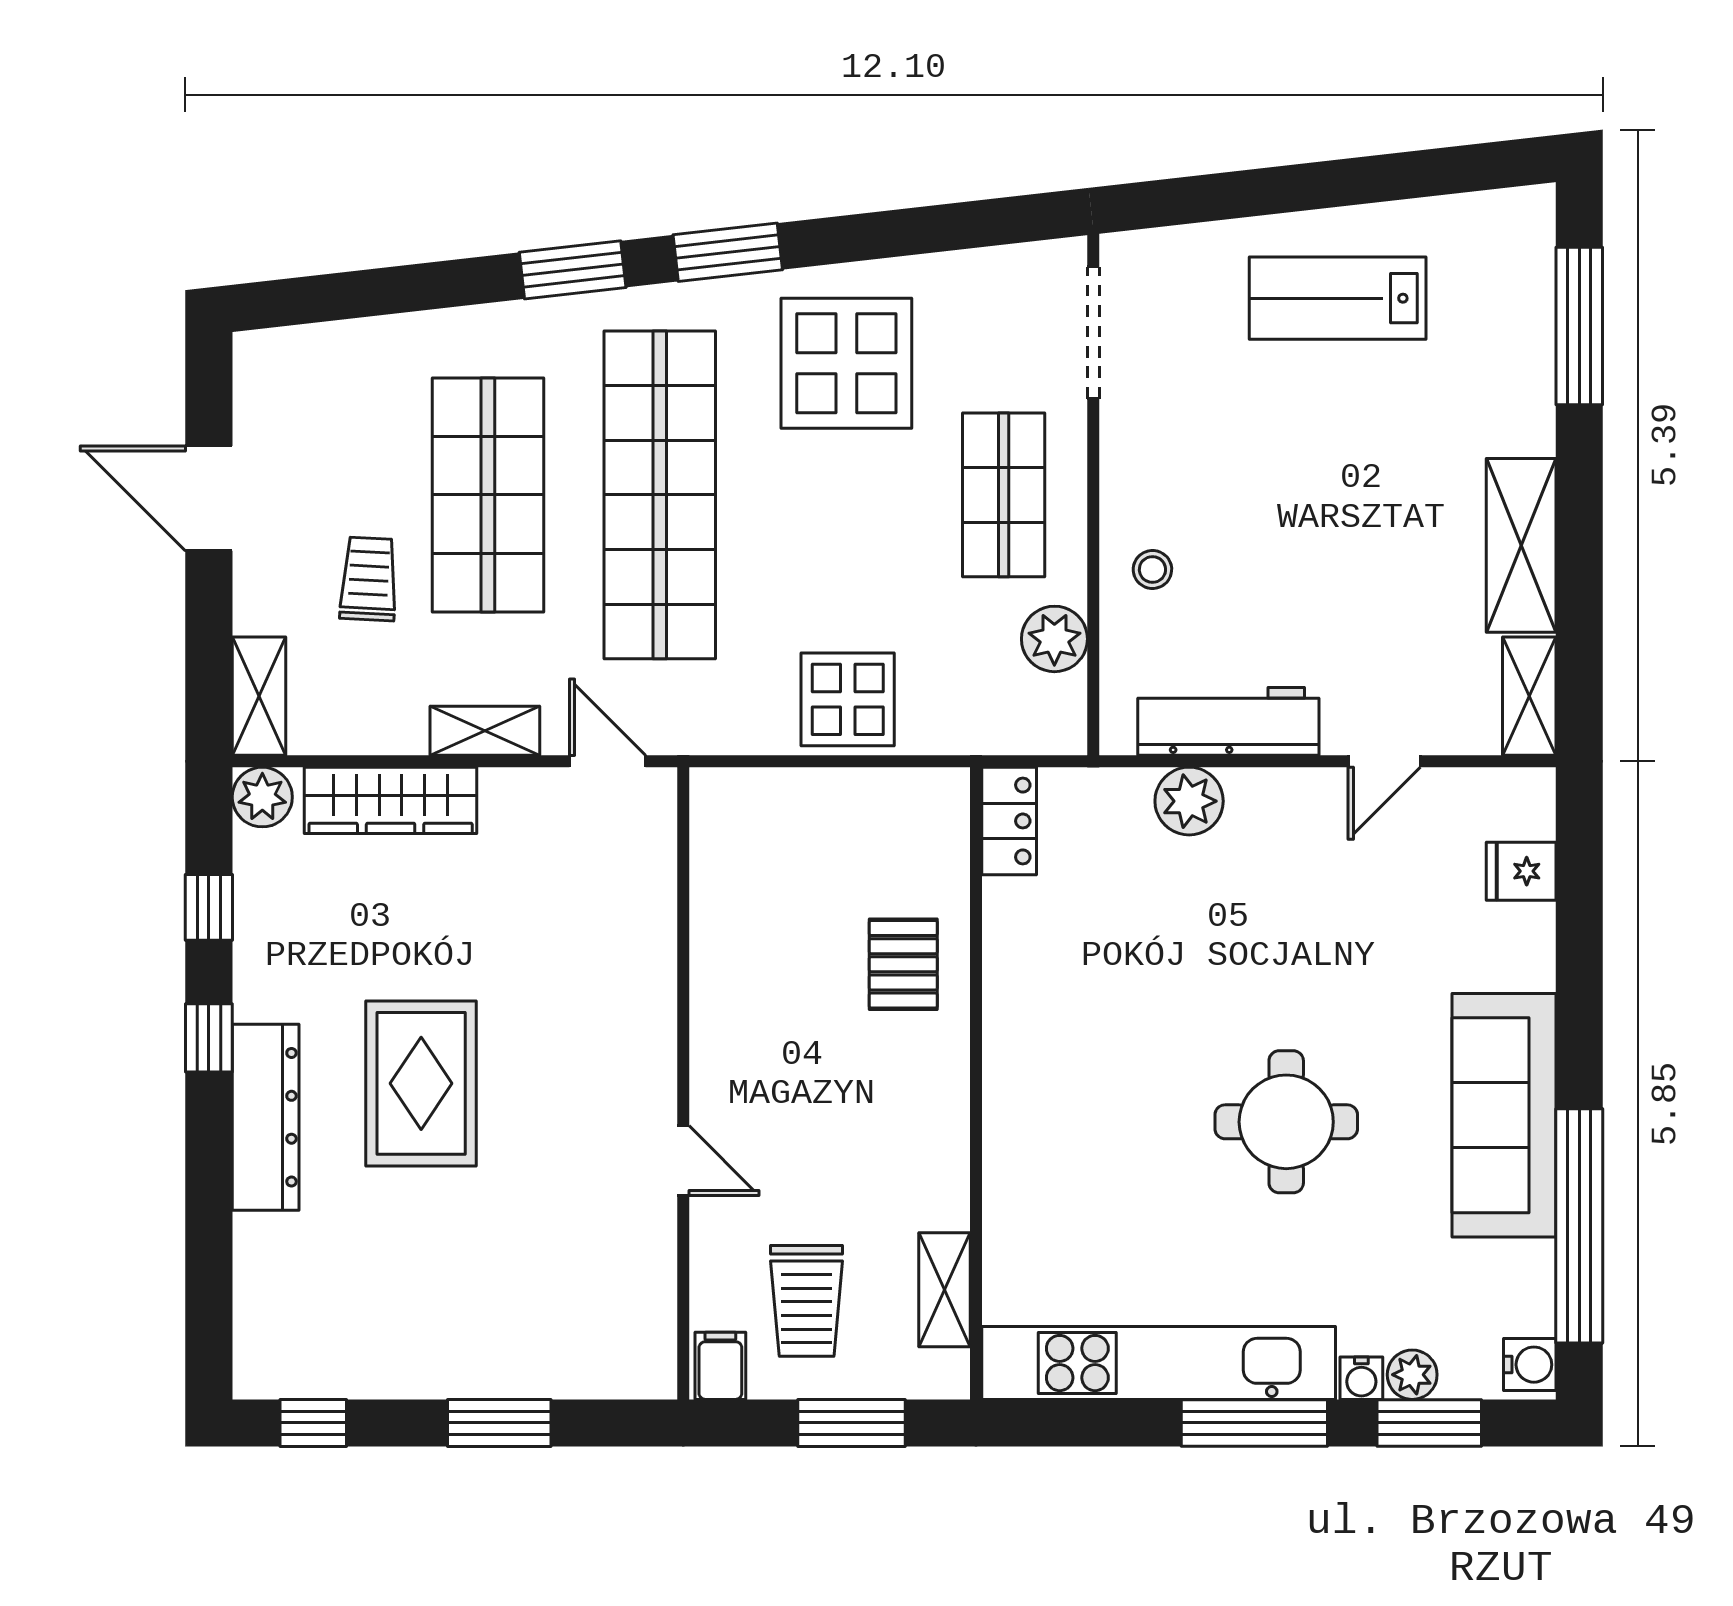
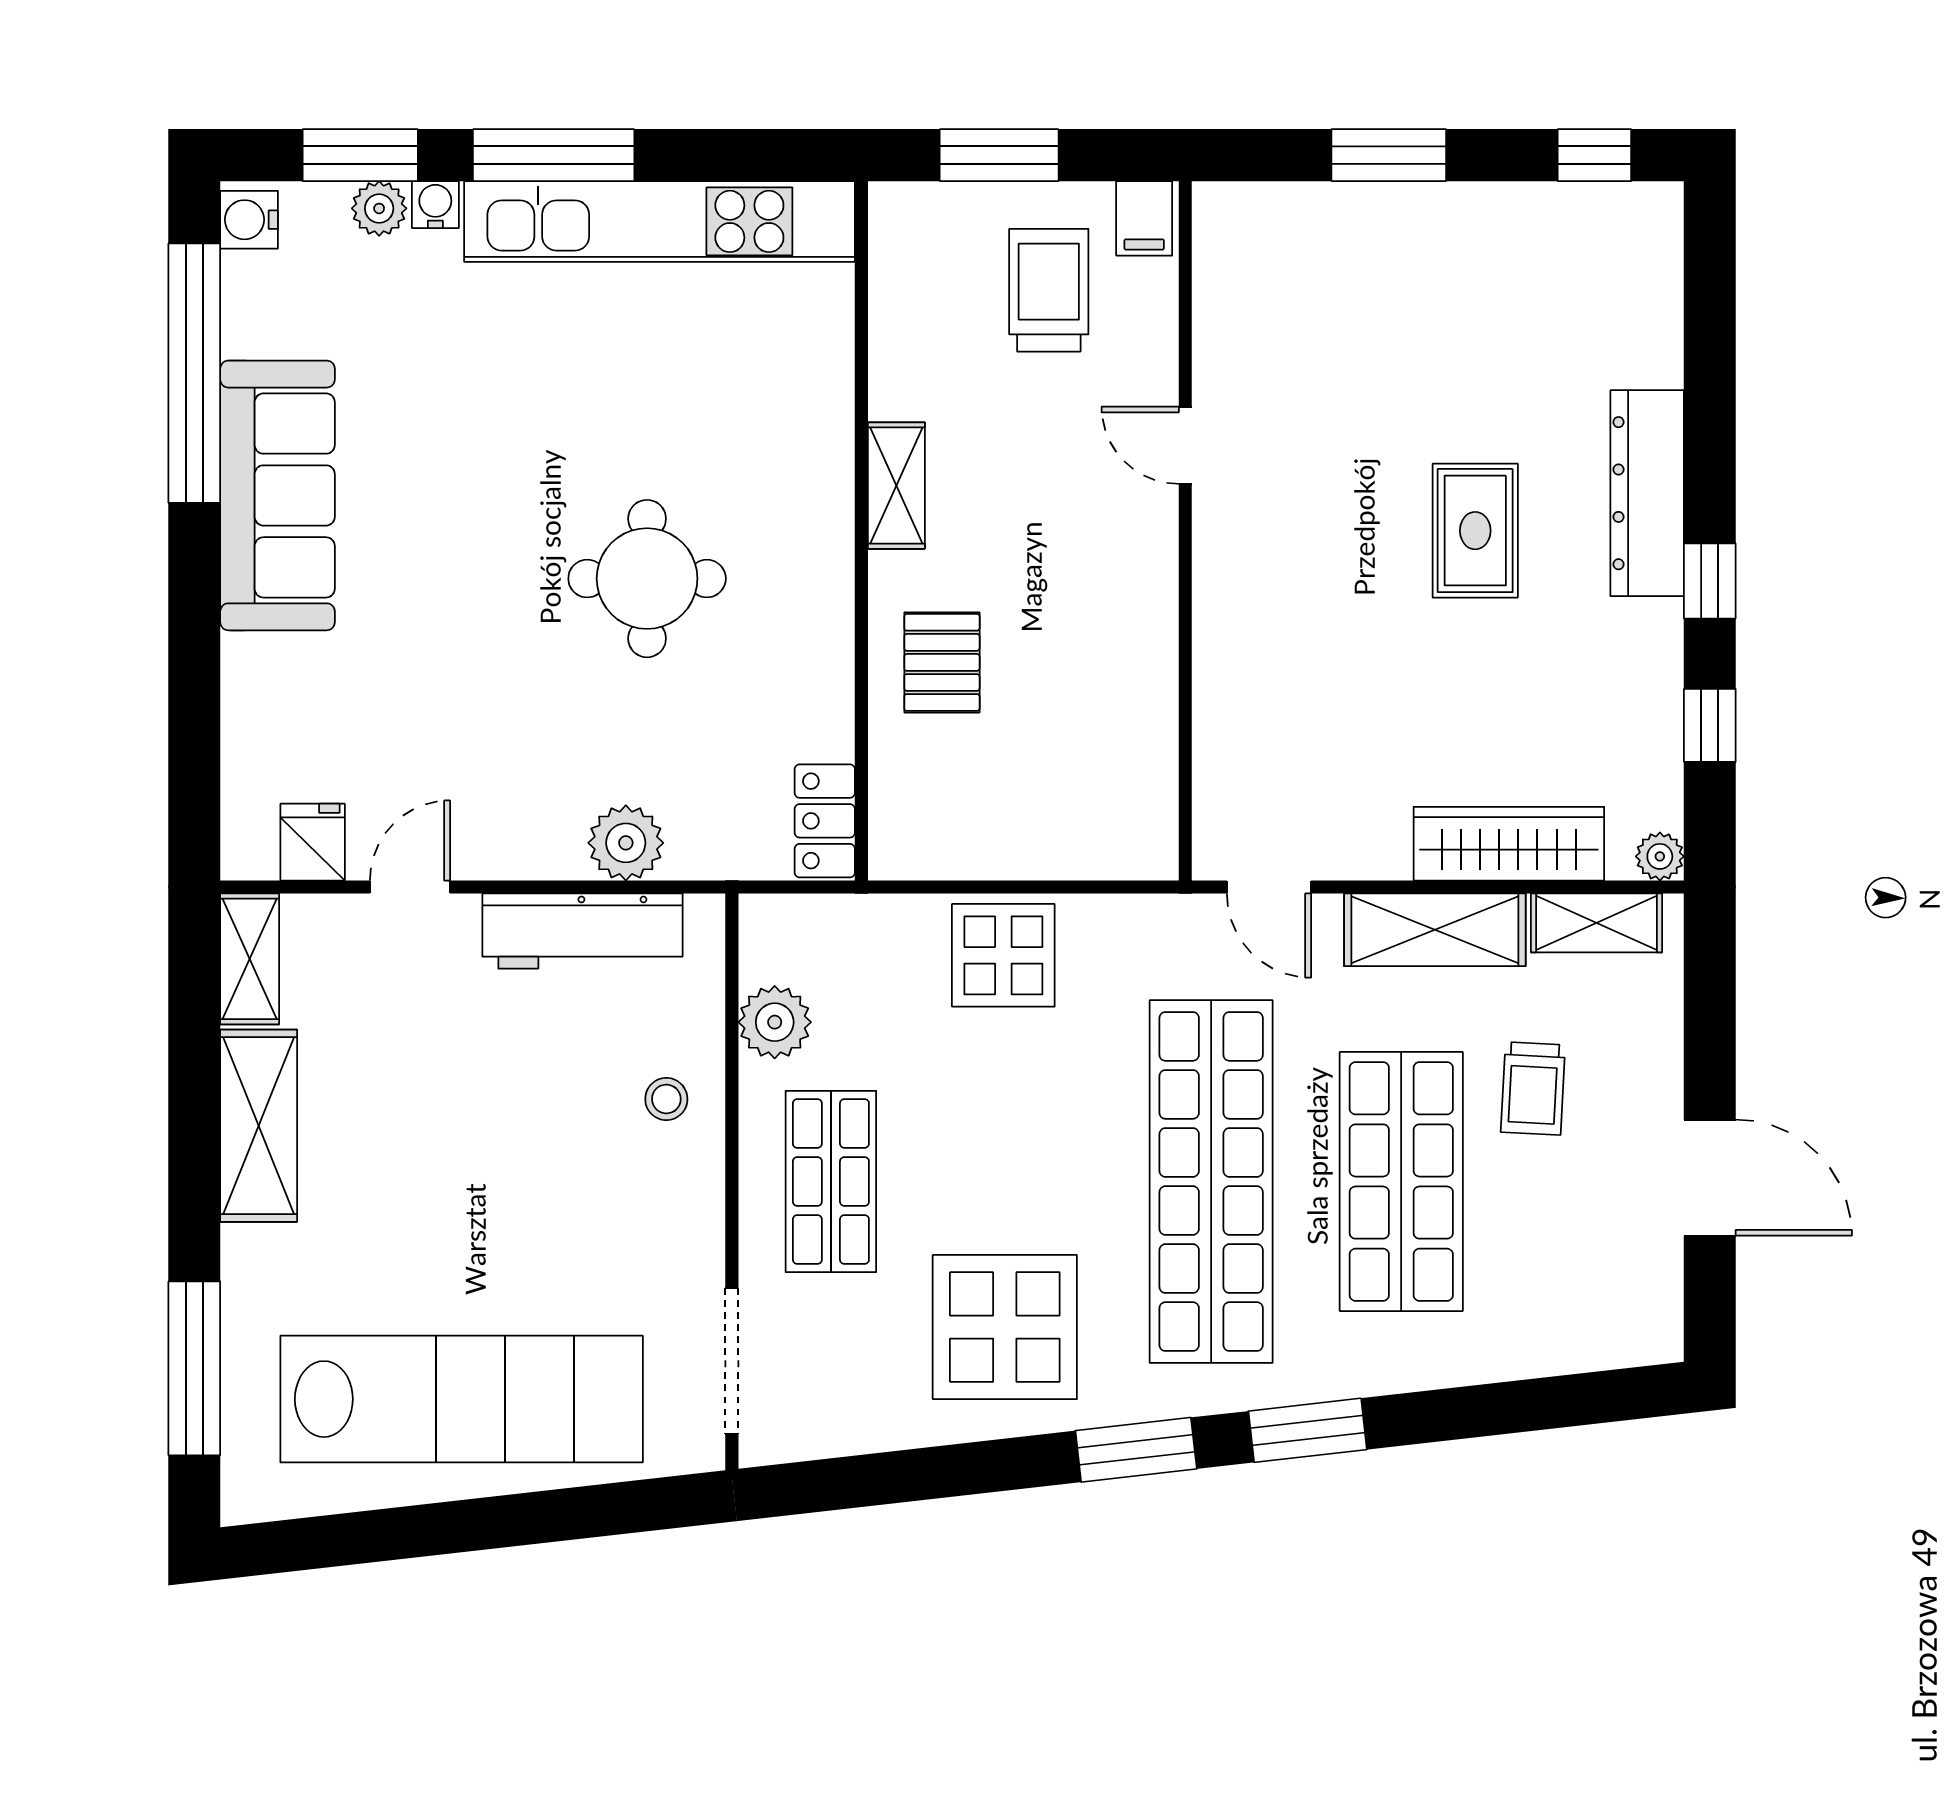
lab bench: (1338, 298) -> (462, 1399), width x1.86, depth x1.39
shelving: (259, 696) -> (1596, 923), moved, turned 90
shelving: (485, 731) -> (1435, 930), width x1.50, depth x1.33
plant: (262, 797) -> (1660, 856), width x0.73, depth x0.73
fridge: (1521, 871) -> (313, 842), moved, turned -90
rug: (421, 1083) -> (1475, 531), width x0.73, depth x0.70
round table: (1286, 1122) -> (647, 579), moved
shelving: (944, 1290) -> (896, 486), moved

